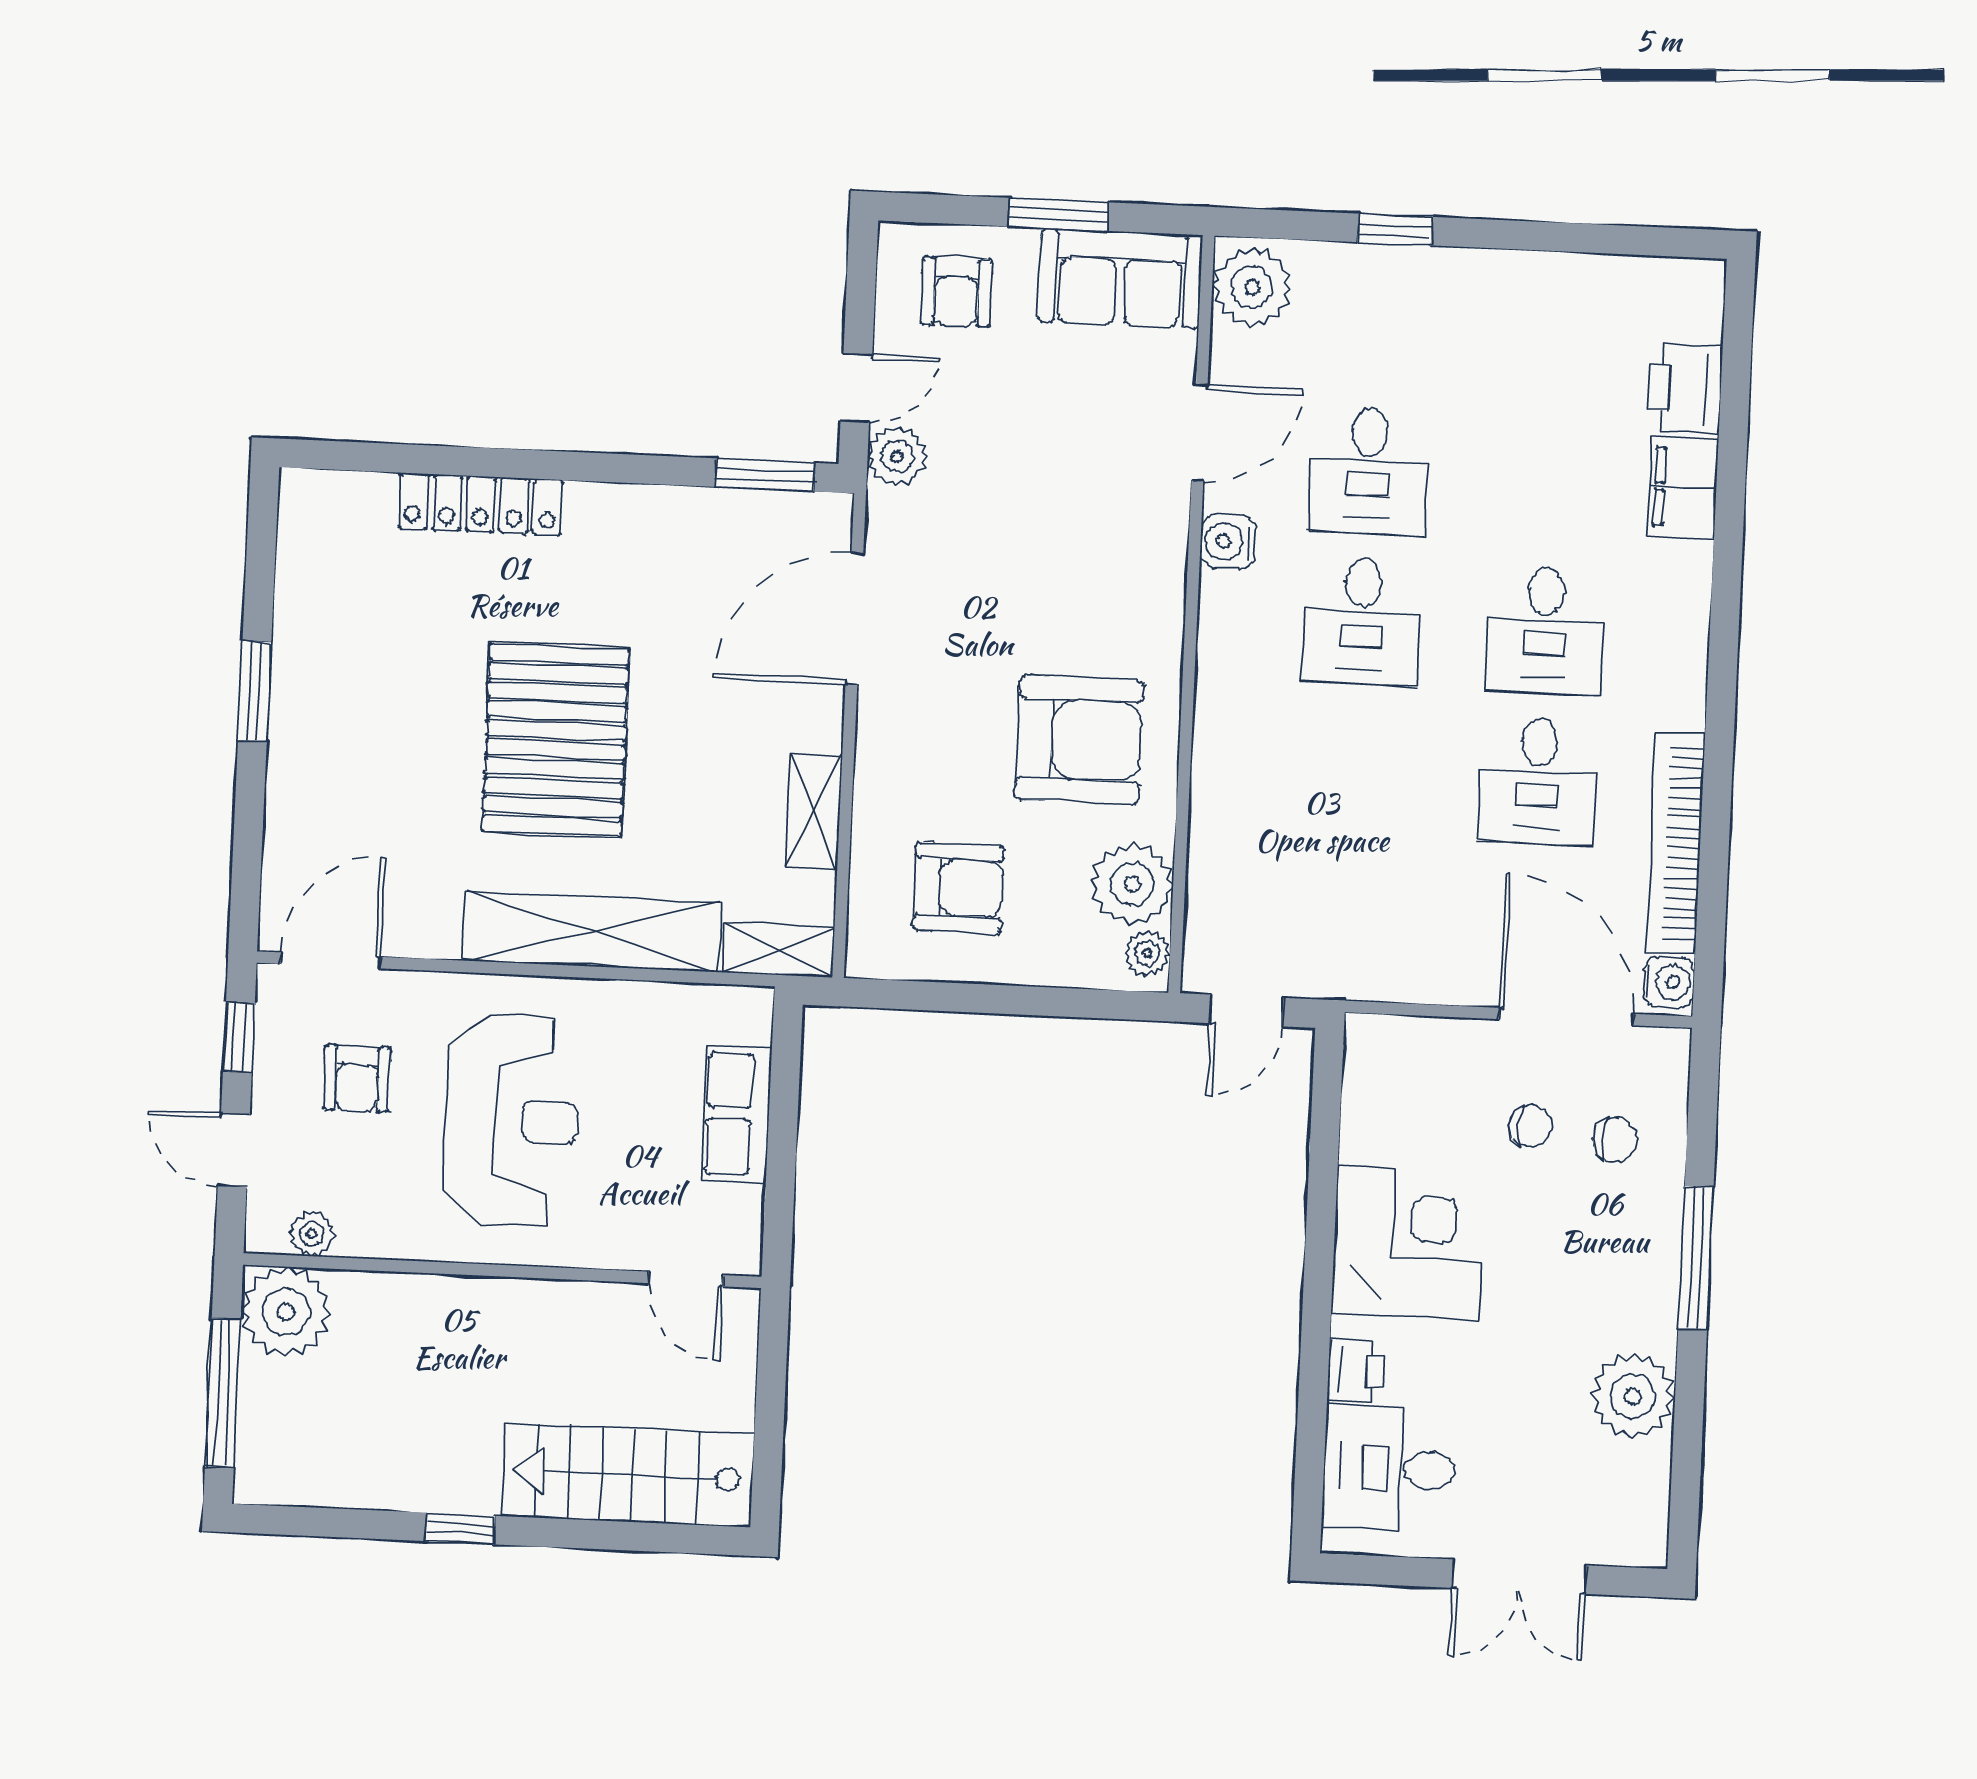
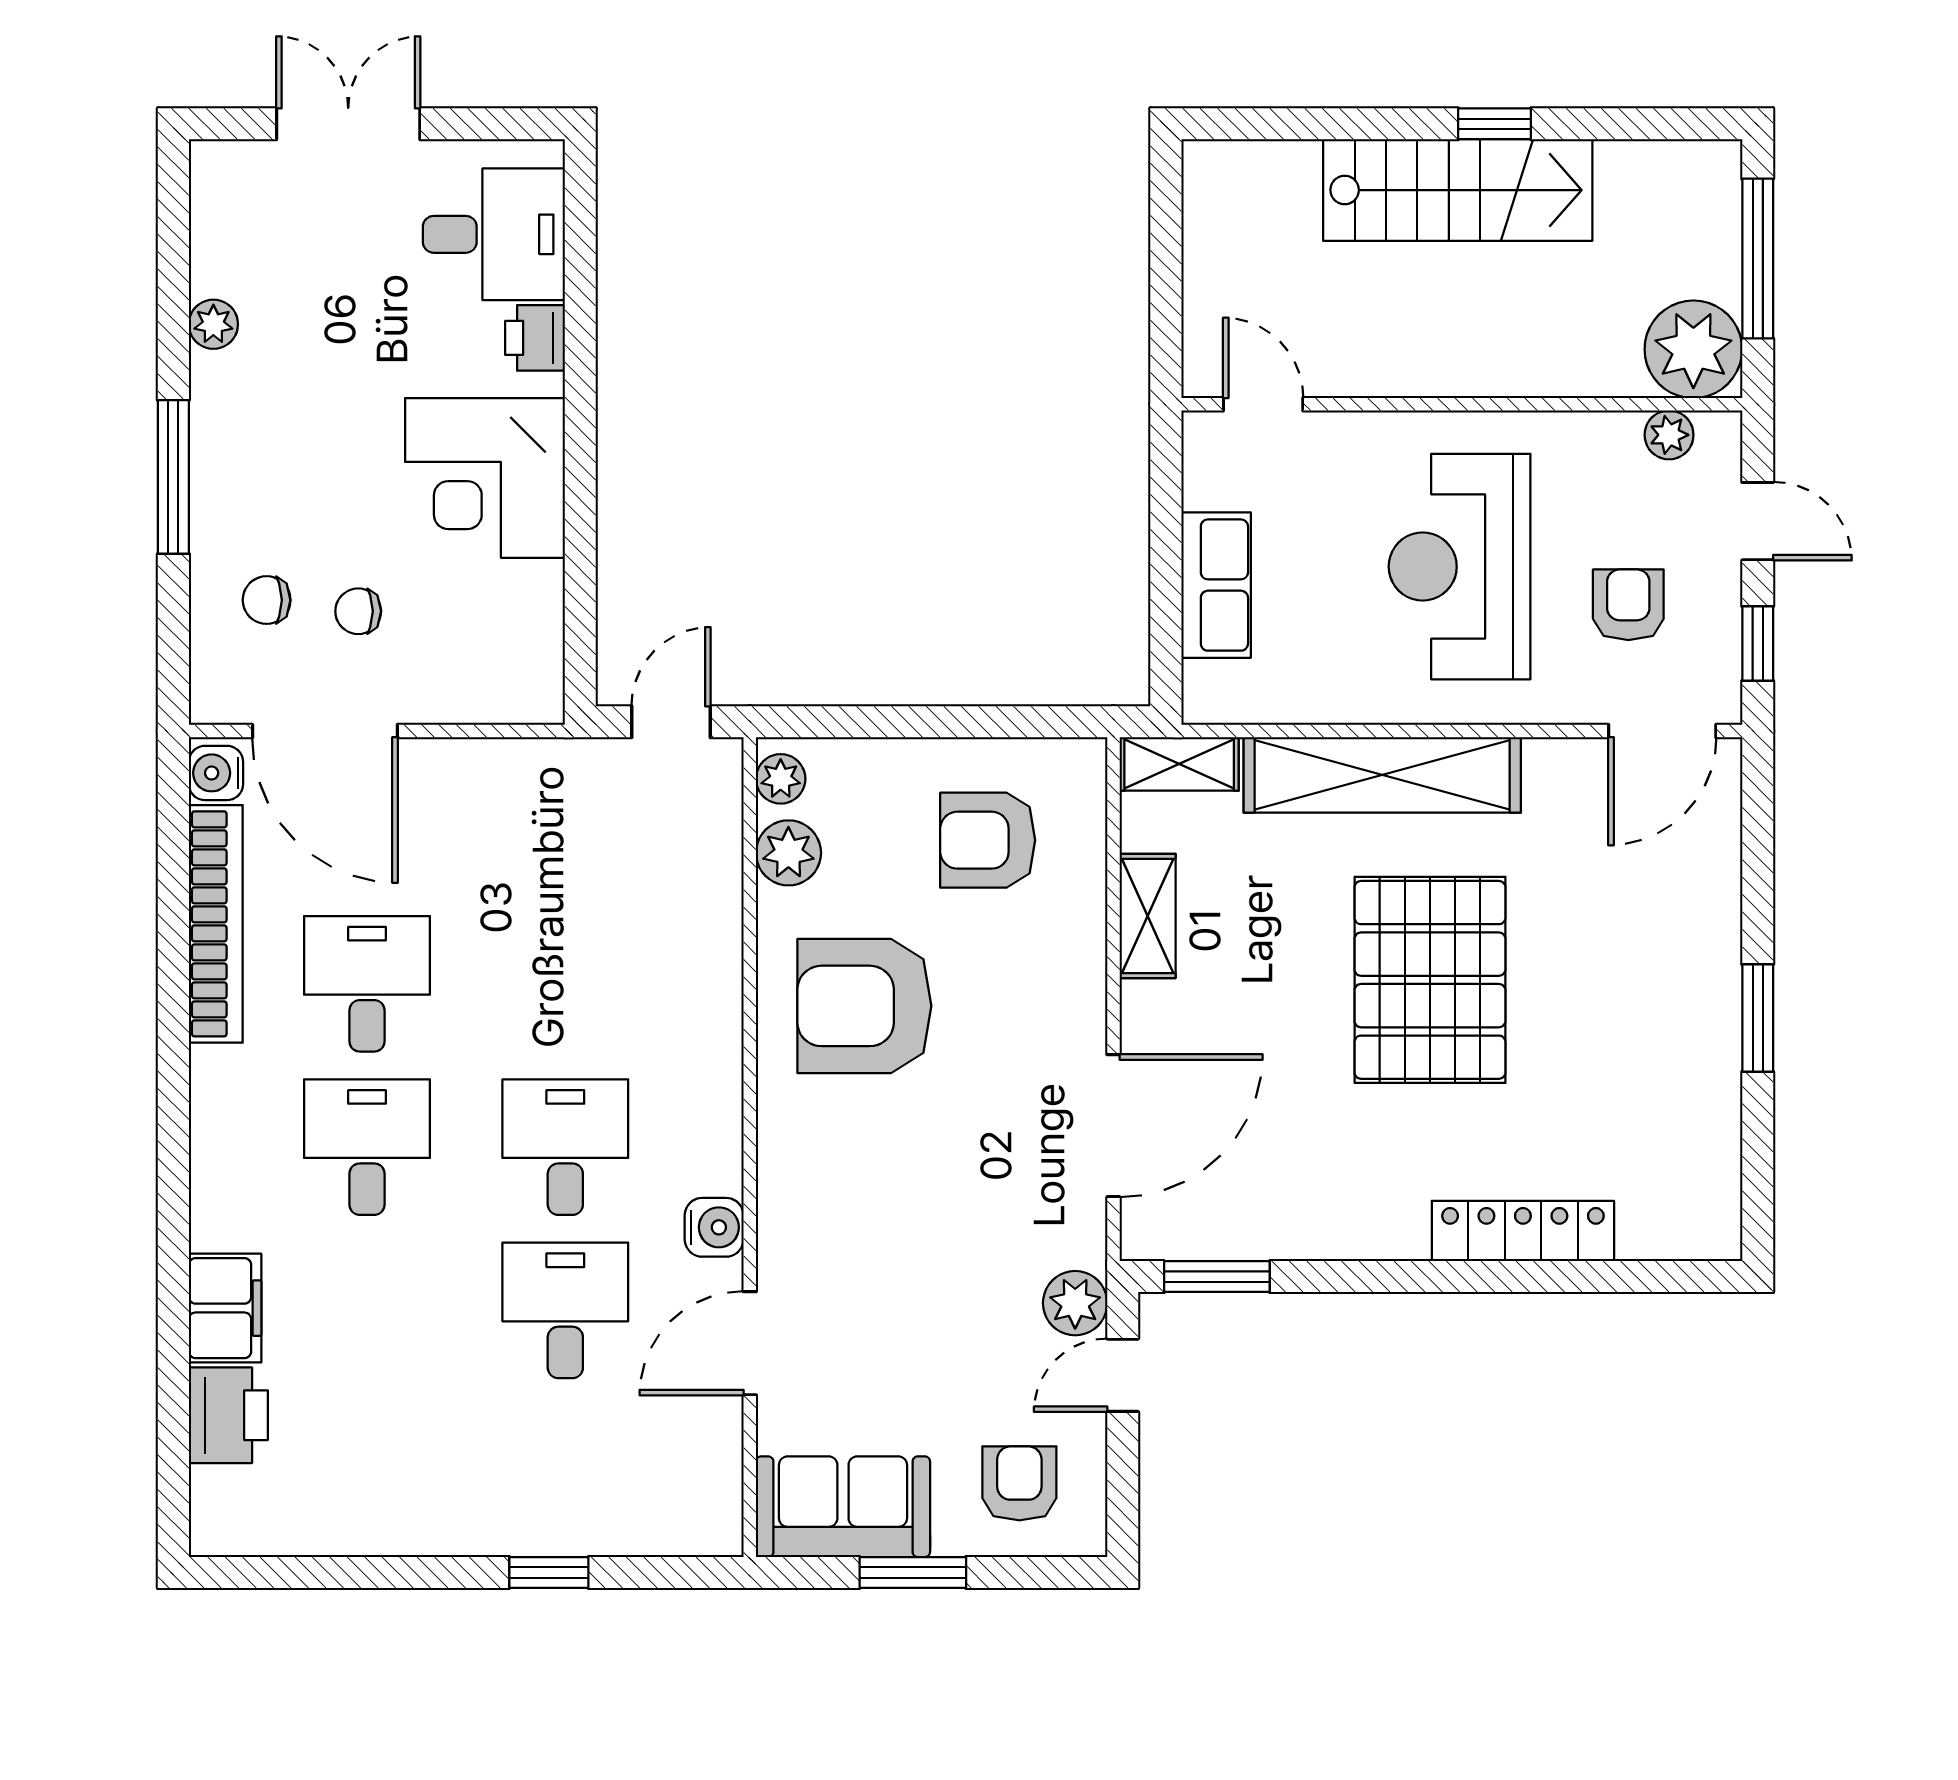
plant: (1252, 287) -> (701, 1503), removed
plant: (1132, 884) -> (788, 853), width x0.73, depth x0.73
plant: (1633, 1396) -> (213, 324), width x0.53, depth x0.53
stairs: (628, 1475) -> (1458, 190), moved

